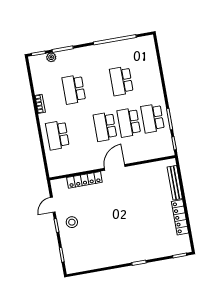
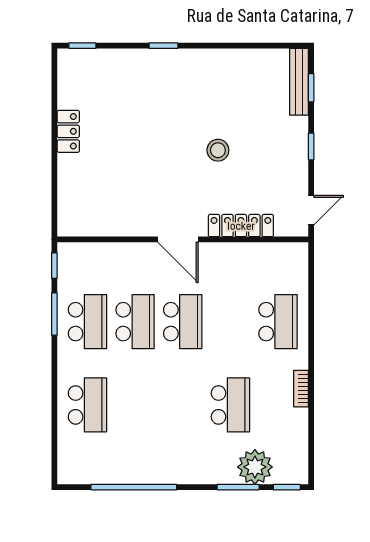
plant: (51, 57) -> (255, 467), width x1.88, depth x1.88
school desk: (121, 81) -> (87, 405), moved
door: (115, 167) -> (178, 239), hinge flipped
bench: (175, 183) -> (299, 82), moved
door: (53, 205) -> (311, 210), moved
locker: (180, 217) -> (68, 131), width x0.66
stool: (72, 222) -> (218, 150), moved

